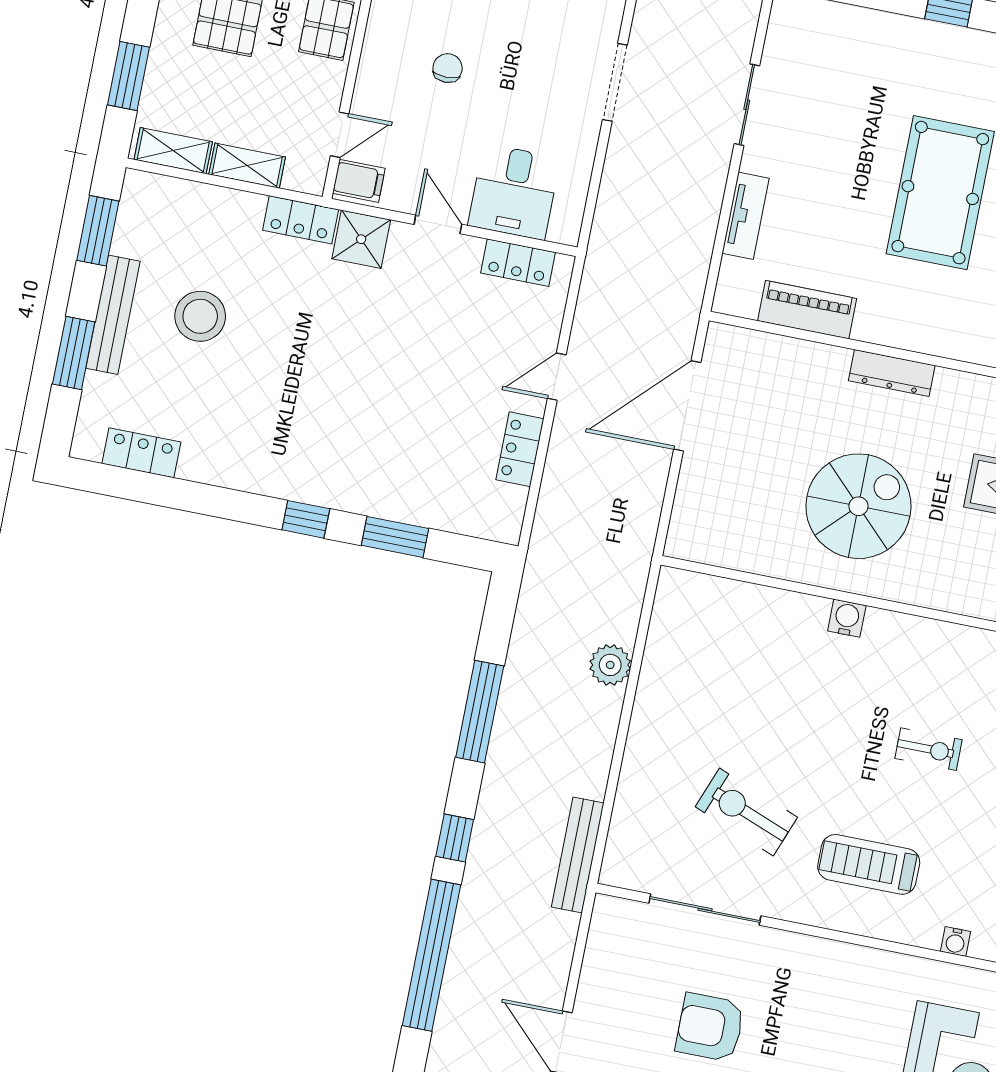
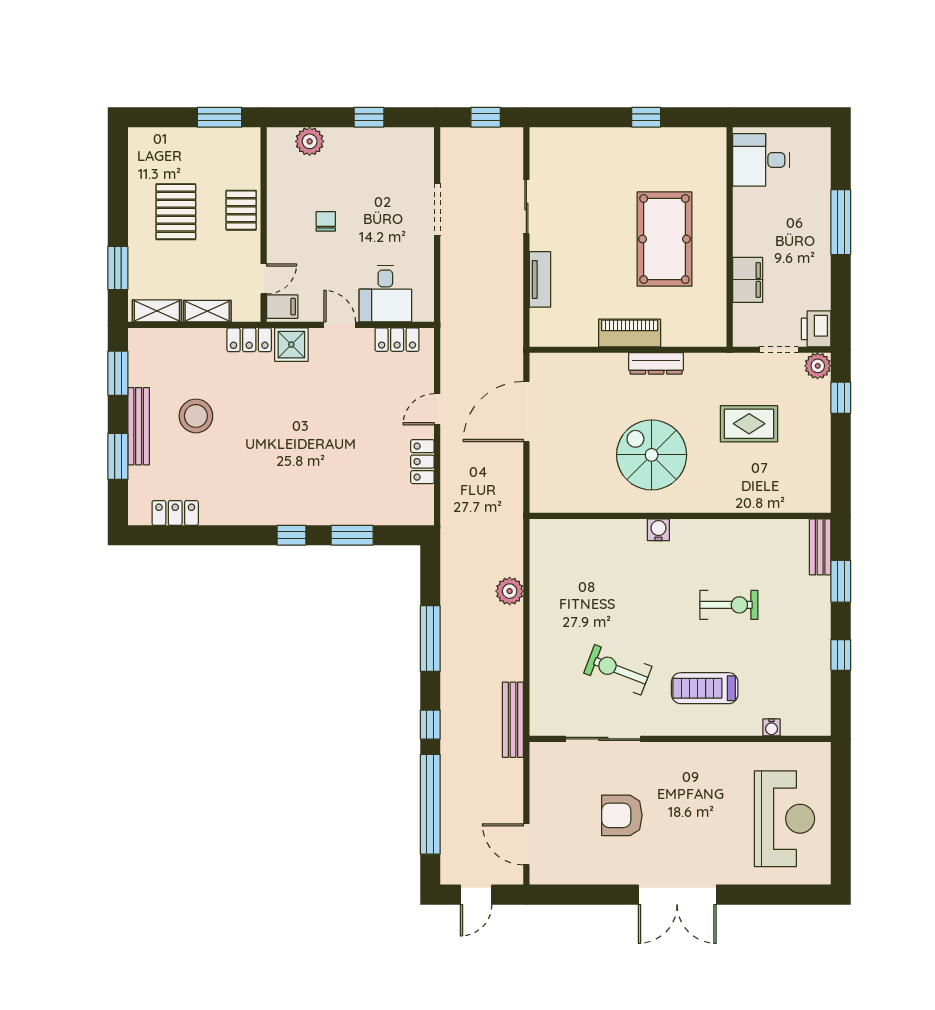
piano: (807, 310) -> (630, 333), moved
spiral stairs: (858, 506) -> (652, 455), turned -90
exercise bike: (928, 749) -> (729, 605), width x1.38, depth x1.39

